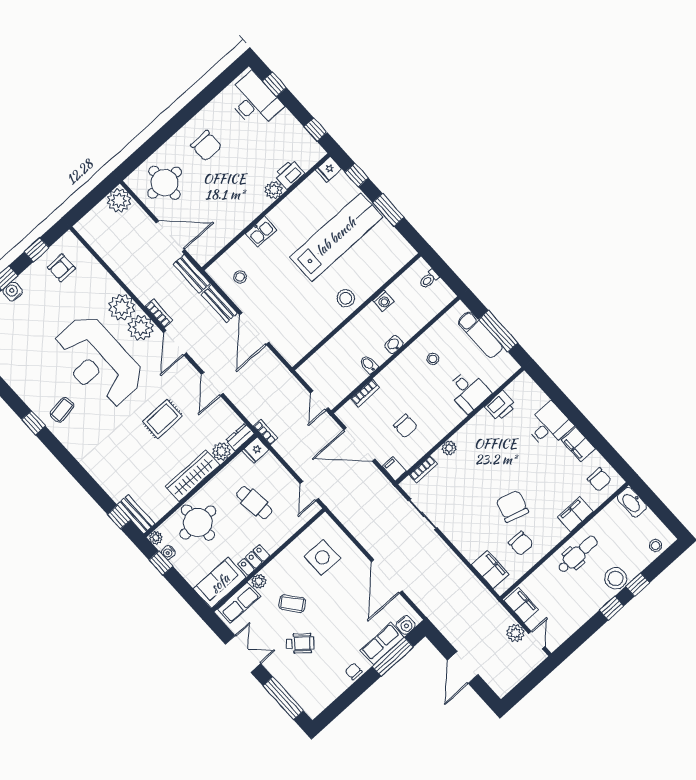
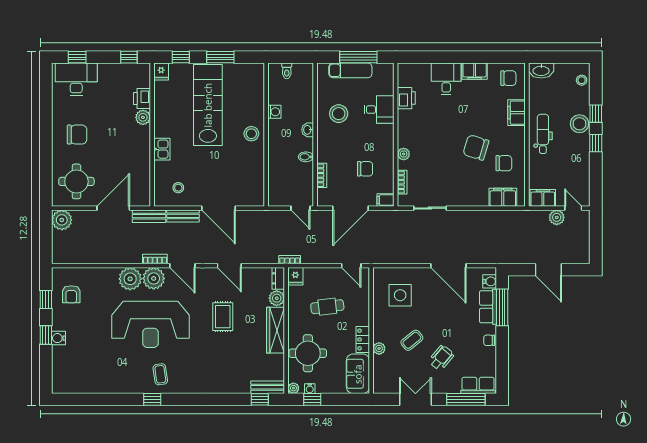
stool: (433, 359) -> (339, 114), width x1.89, depth x1.89
row of seats: (239, 603) -> (478, 385), moved, turned -90

